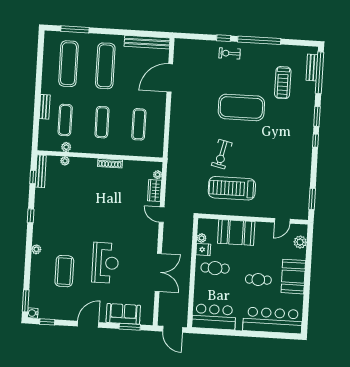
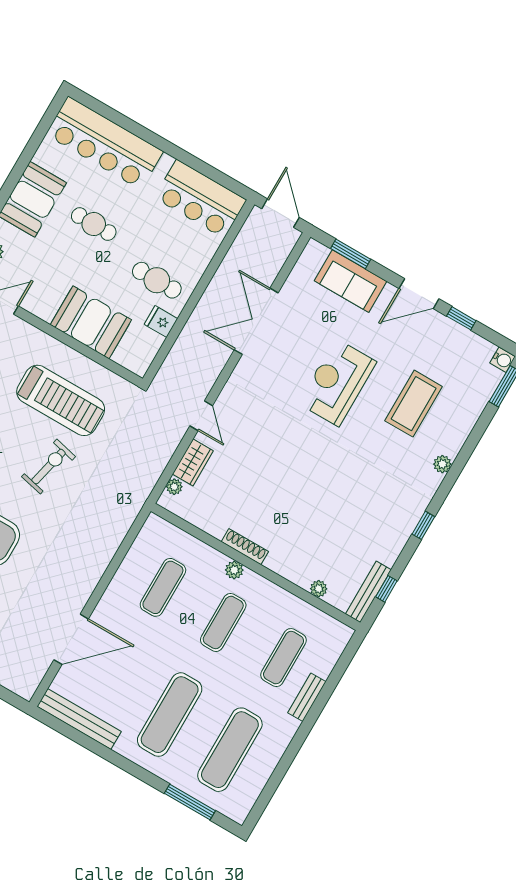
plant: (66, 147) -> (234, 570), moved
plant: (202, 238) -> (154, 342), removed
window: (47, 322) -> (461, 318), moved

